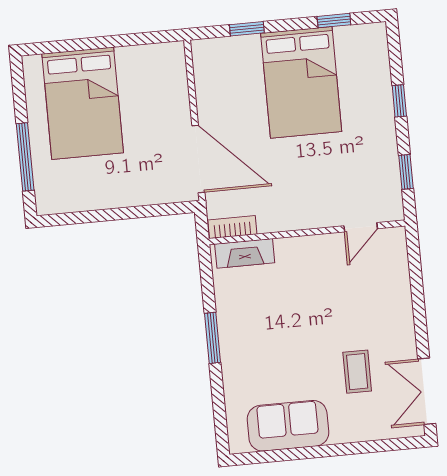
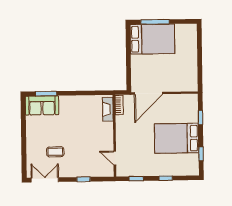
bed: (83, 103) -> (152, 39), moved, turned 180
window: (418, 299) -> (83, 179), added
window: (212, 338) -> (46, 94), moved
sofa: (288, 426) -> (42, 105), moved, turned 90

